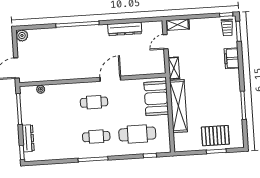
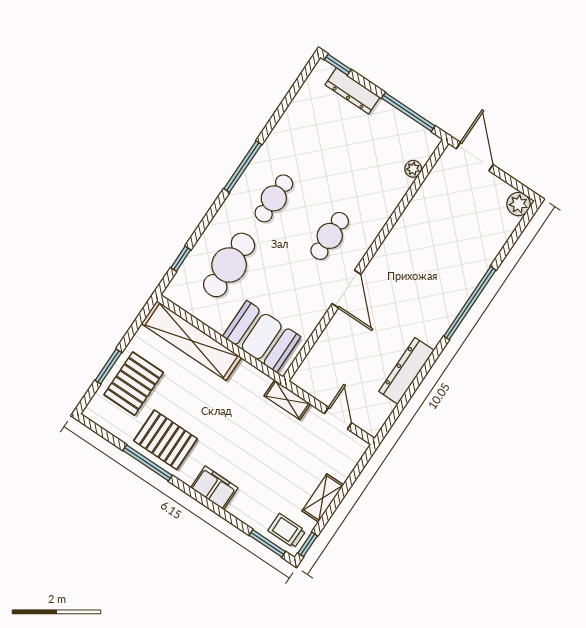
shelving: (178, 25) -> (323, 498), moved
filing cabinet: (232, 58) -> (214, 488), moved
pallet: (228, 105) -> (166, 440), added
shelving: (178, 106) -> (191, 341), moved

